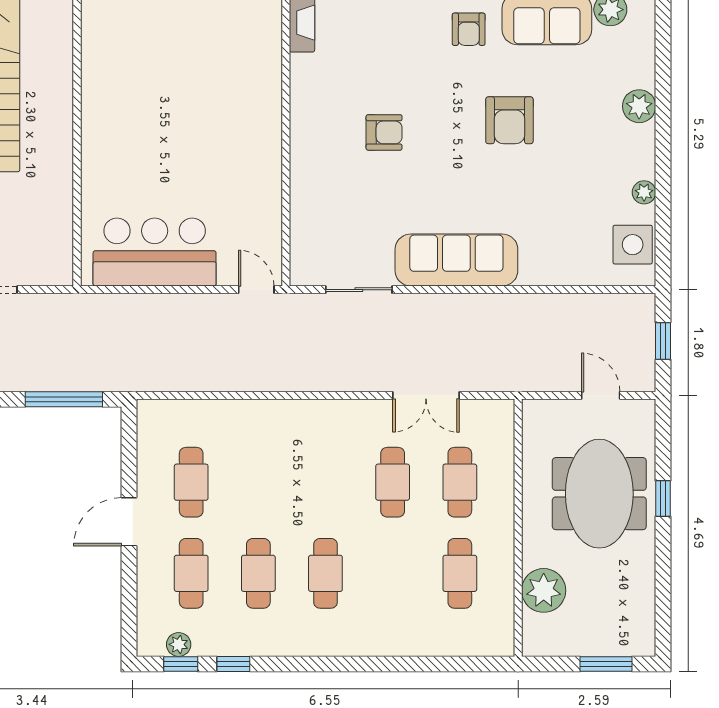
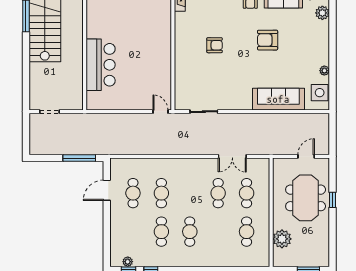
plant: (639, 106) -> (322, 13), moved
armchair: (509, 120) -> (268, 40), turned 90
bar counter: (155, 252) -> (101, 65), moved, turned 90
sofa: (456, 260) -> (278, 99), moved
window: (663, 341) -> (332, 133), removed
door: (601, 395) -> (306, 156), hinge flipped
door: (129, 522) -> (107, 190), moved
cafe table: (191, 573) -> (161, 193), moved

